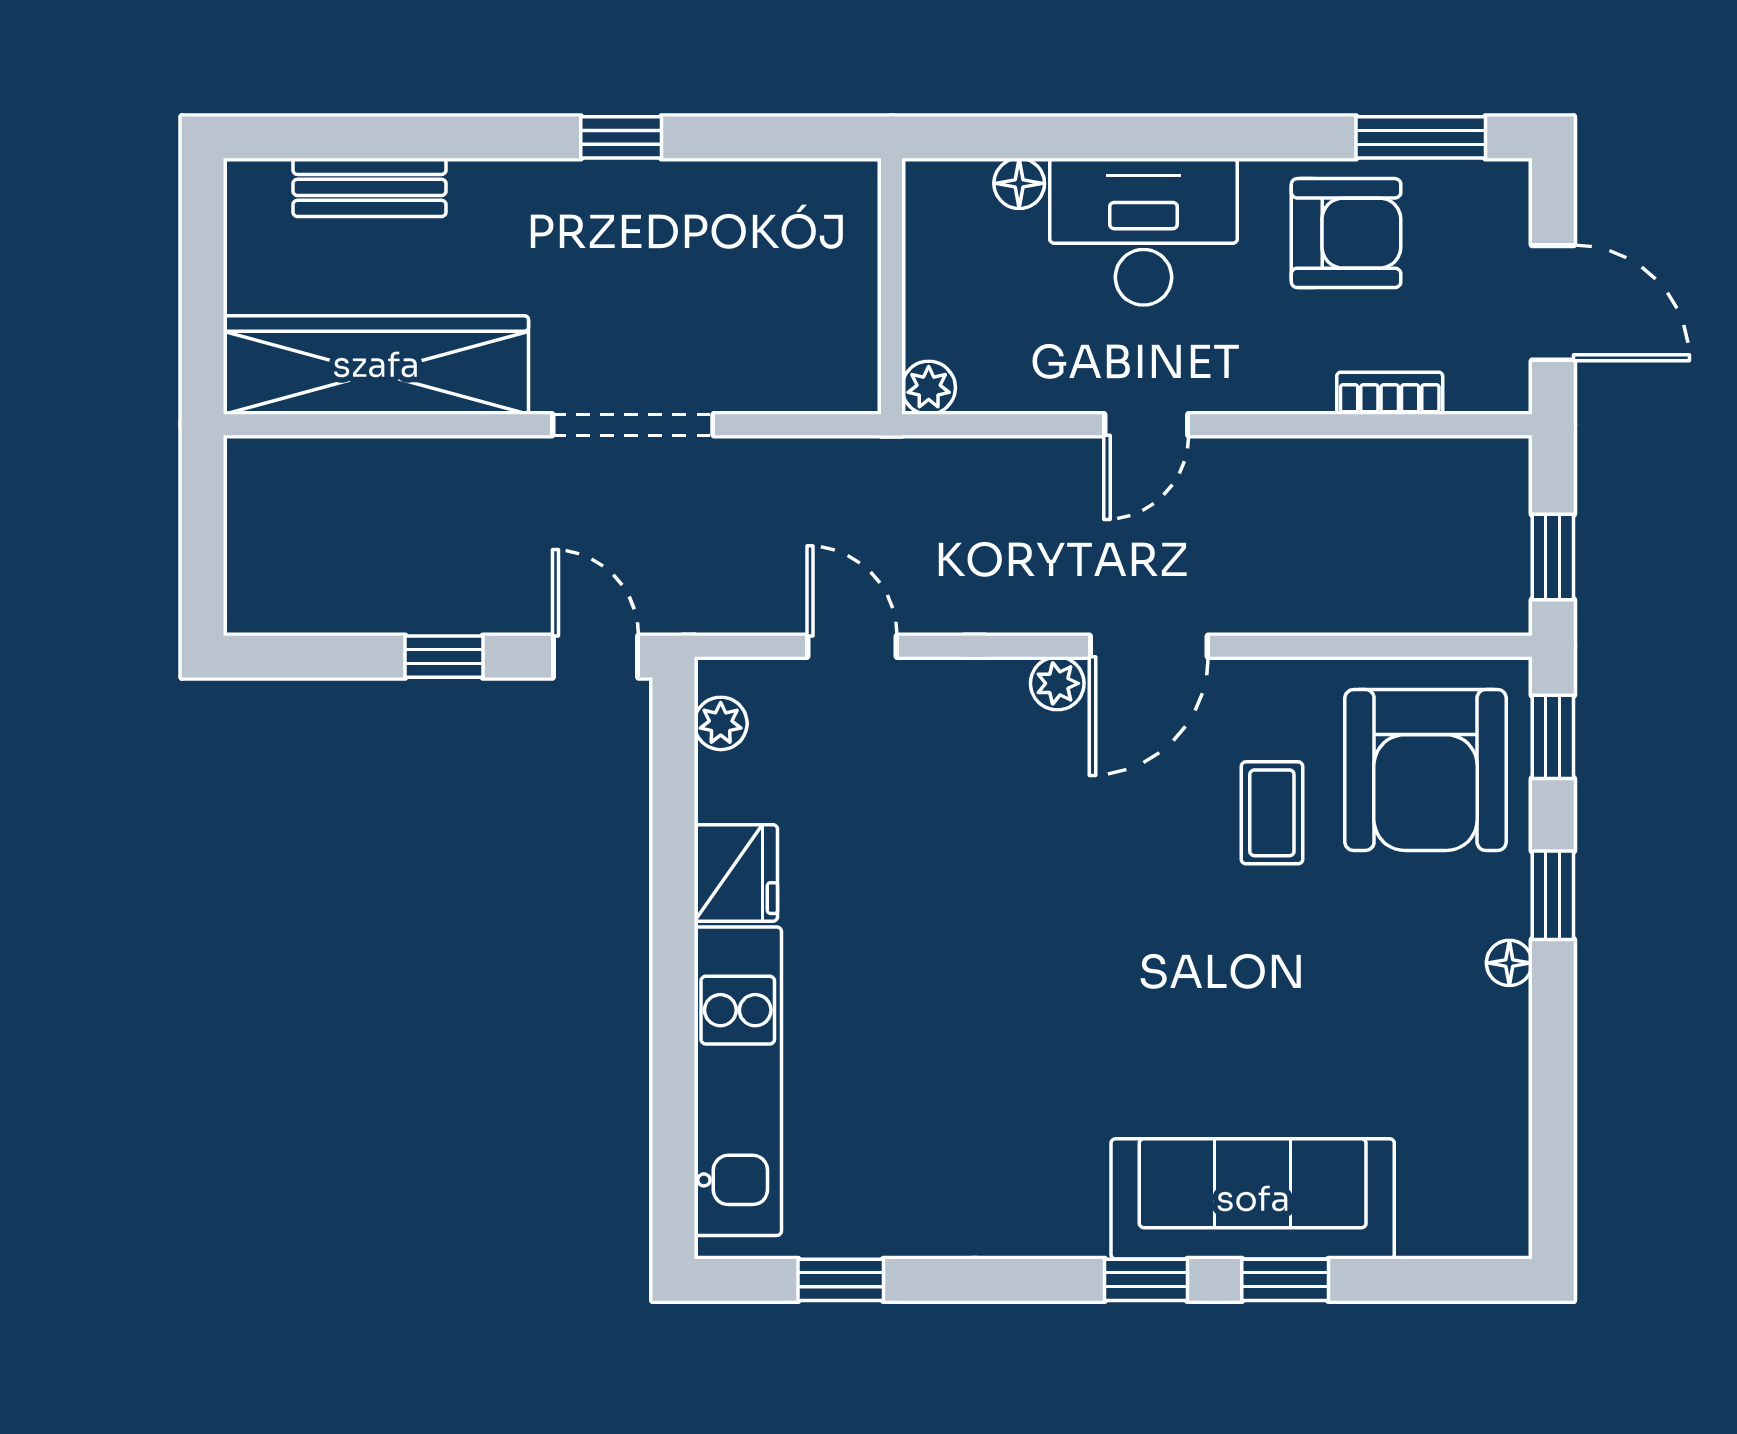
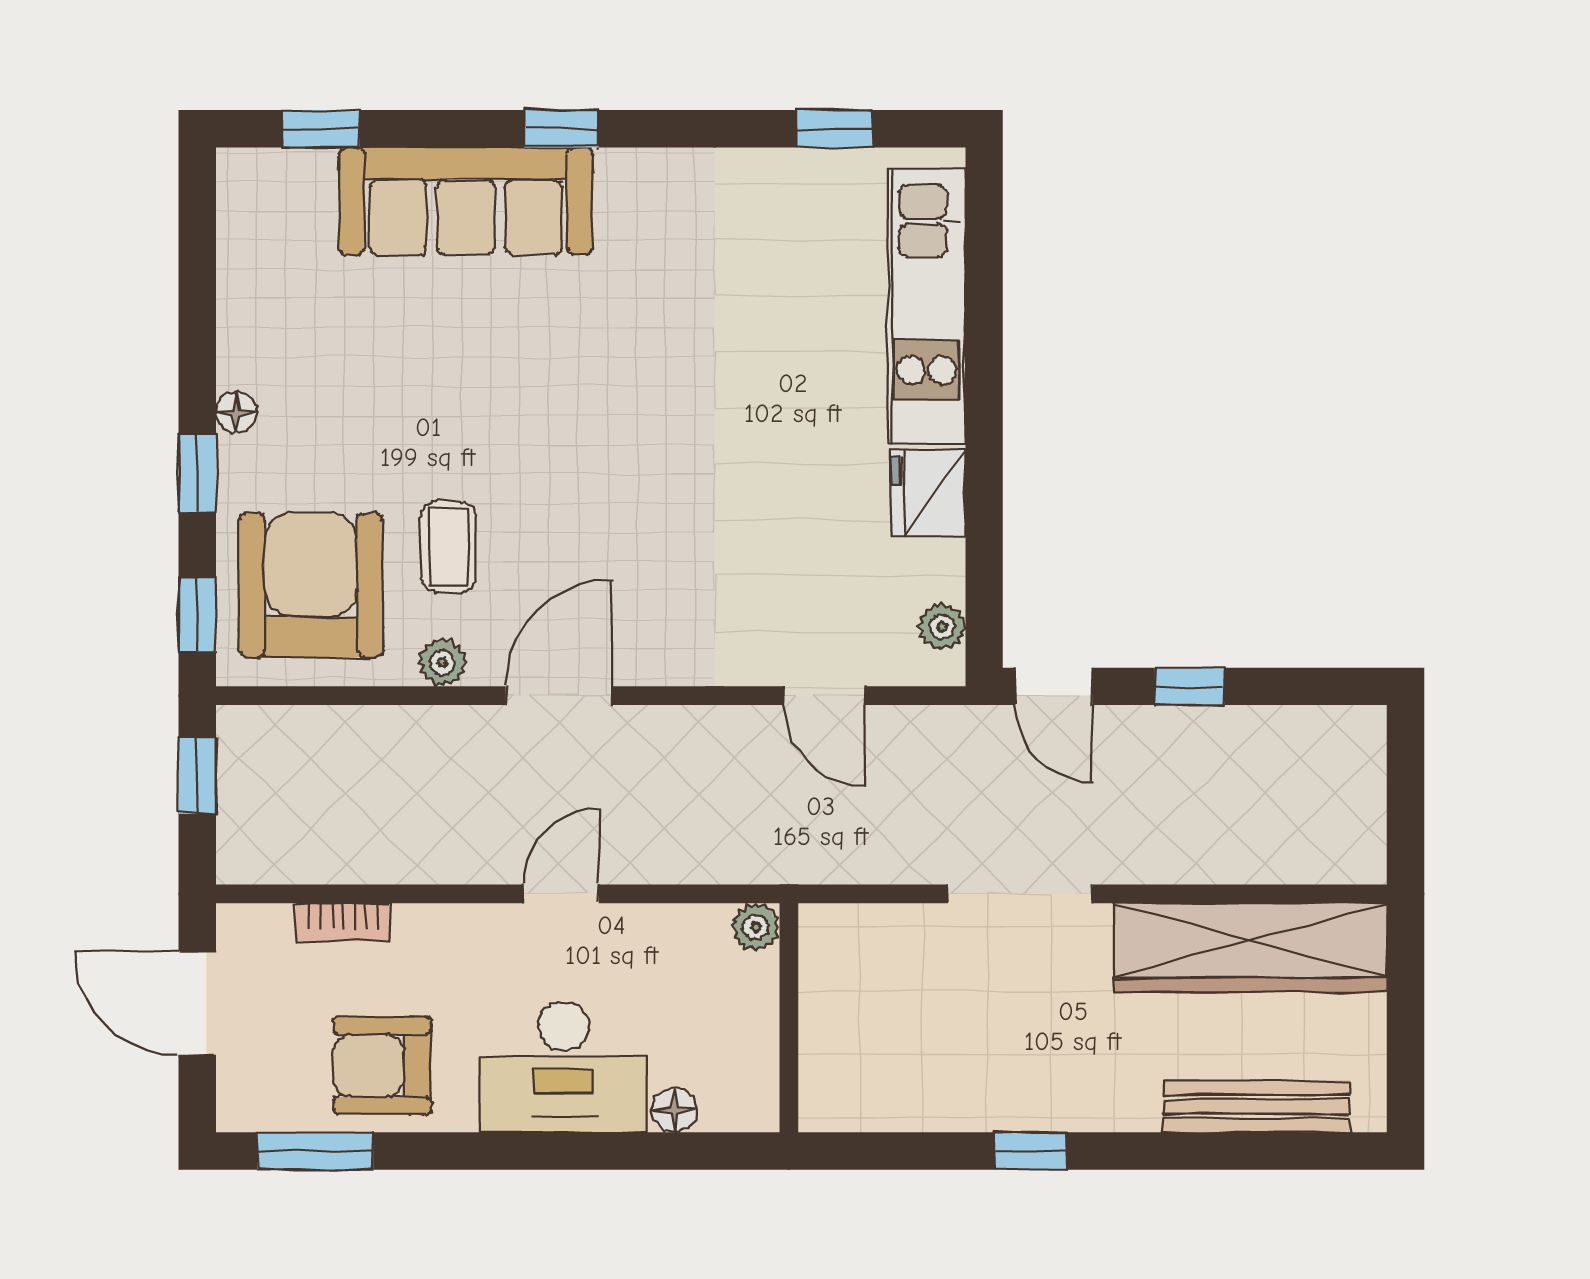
bench: (369, 187) -> (1256, 1106), width x1.36
plant: (1057, 683) -> (442, 663), moved
window: (1285, 1280) -> (321, 129), moved

